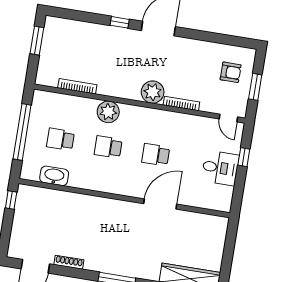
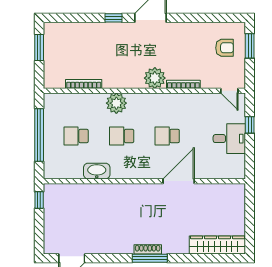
window: (255, 87) -> (250, 46), moved
washbasin: (54, 176) -> (97, 171), moved
shoe rack: (69, 262) -> (148, 249), moved

